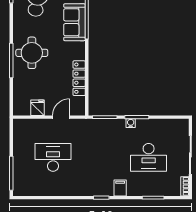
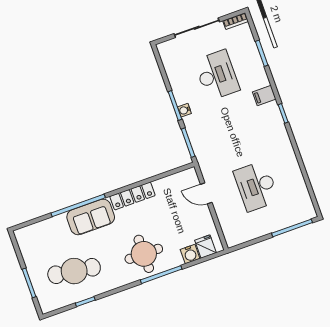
locker: (79, 78) -> (132, 196), moved
water cooler: (19, 88) -> (190, 254), added
fridge: (37, 108) -> (206, 246), moved, turned 90

